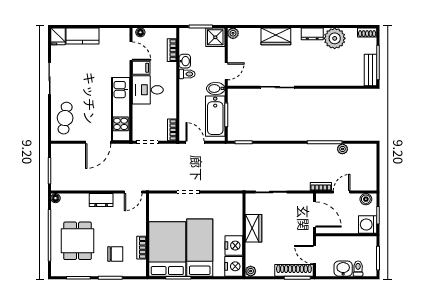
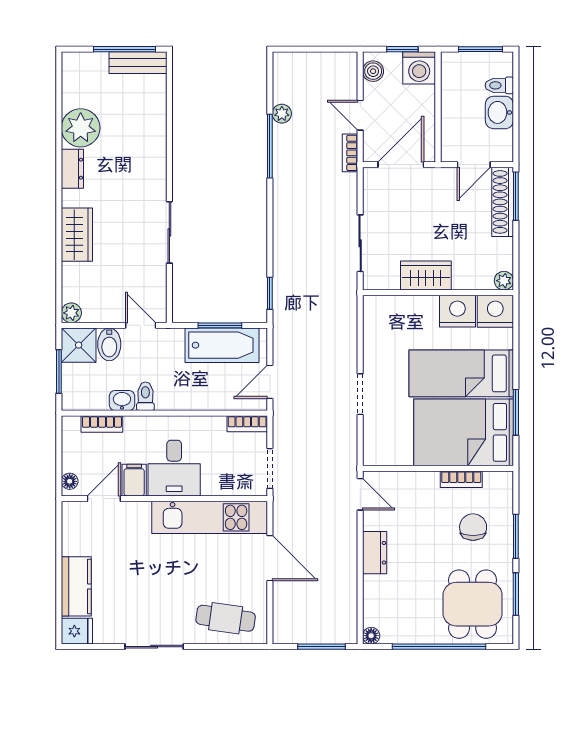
shoe rack: (367, 32) -> (70, 69), removed
bidet: (216, 88) -> (109, 344), moved
dining table: (78, 241) -> (473, 604), moved, turned 90

